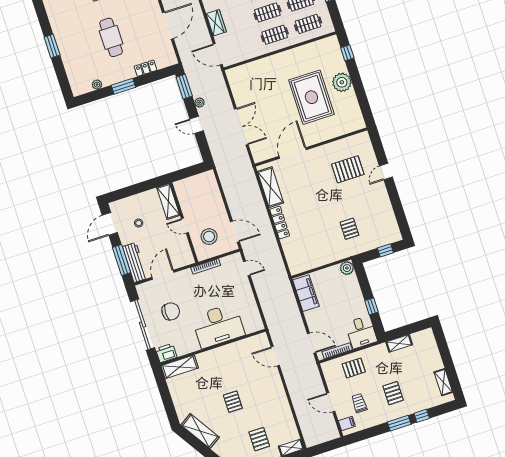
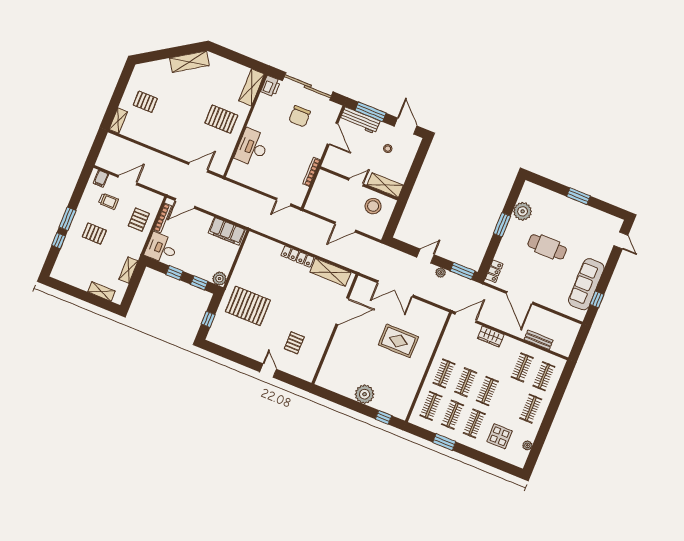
locker: (146, 68) -> (494, 271), moved
plant: (97, 85) -> (523, 211), width x1.88, depth x1.88
rug: (311, 97) -> (398, 341), moved, width x0.73, depth x0.69
door: (293, 153) -> (342, 311), hinge flipped
pallet: (348, 169) -> (294, 343), width x0.67, depth x0.71
pallet: (349, 229) -> (248, 306), width x2.05, depth x2.00
door: (235, 232) -> (345, 227), moved
stool: (209, 237) -> (373, 206), moved
window: (363, 281) -> (199, 283), added
desk: (218, 326) -> (252, 148), width x0.73, depth x0.77
shelving: (443, 382) -> (101, 291), moved
pallet: (233, 402) -> (221, 119), moved, width x1.50, depth x1.42

